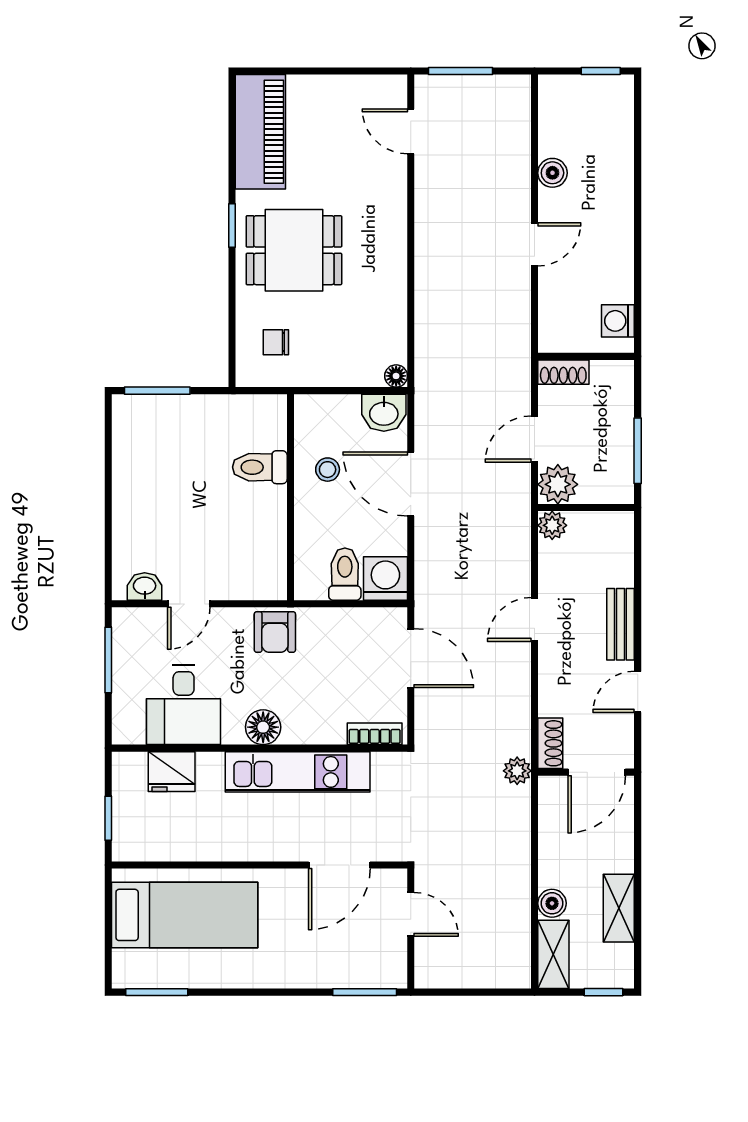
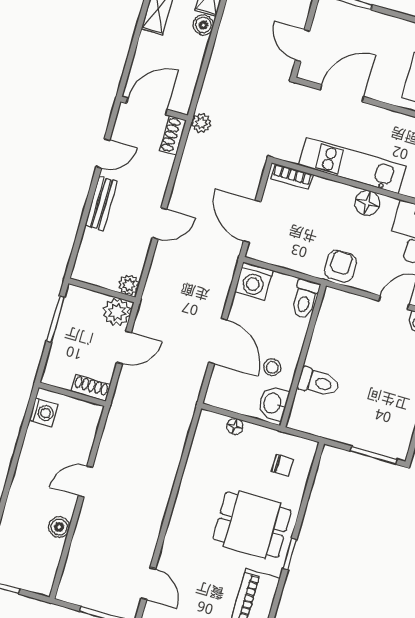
floor lamp: (396, 376) -> (235, 426), moved
washbasin: (384, 413) -> (273, 403), moved, turned -90
toilet: (345, 574) -> (305, 299), moved

